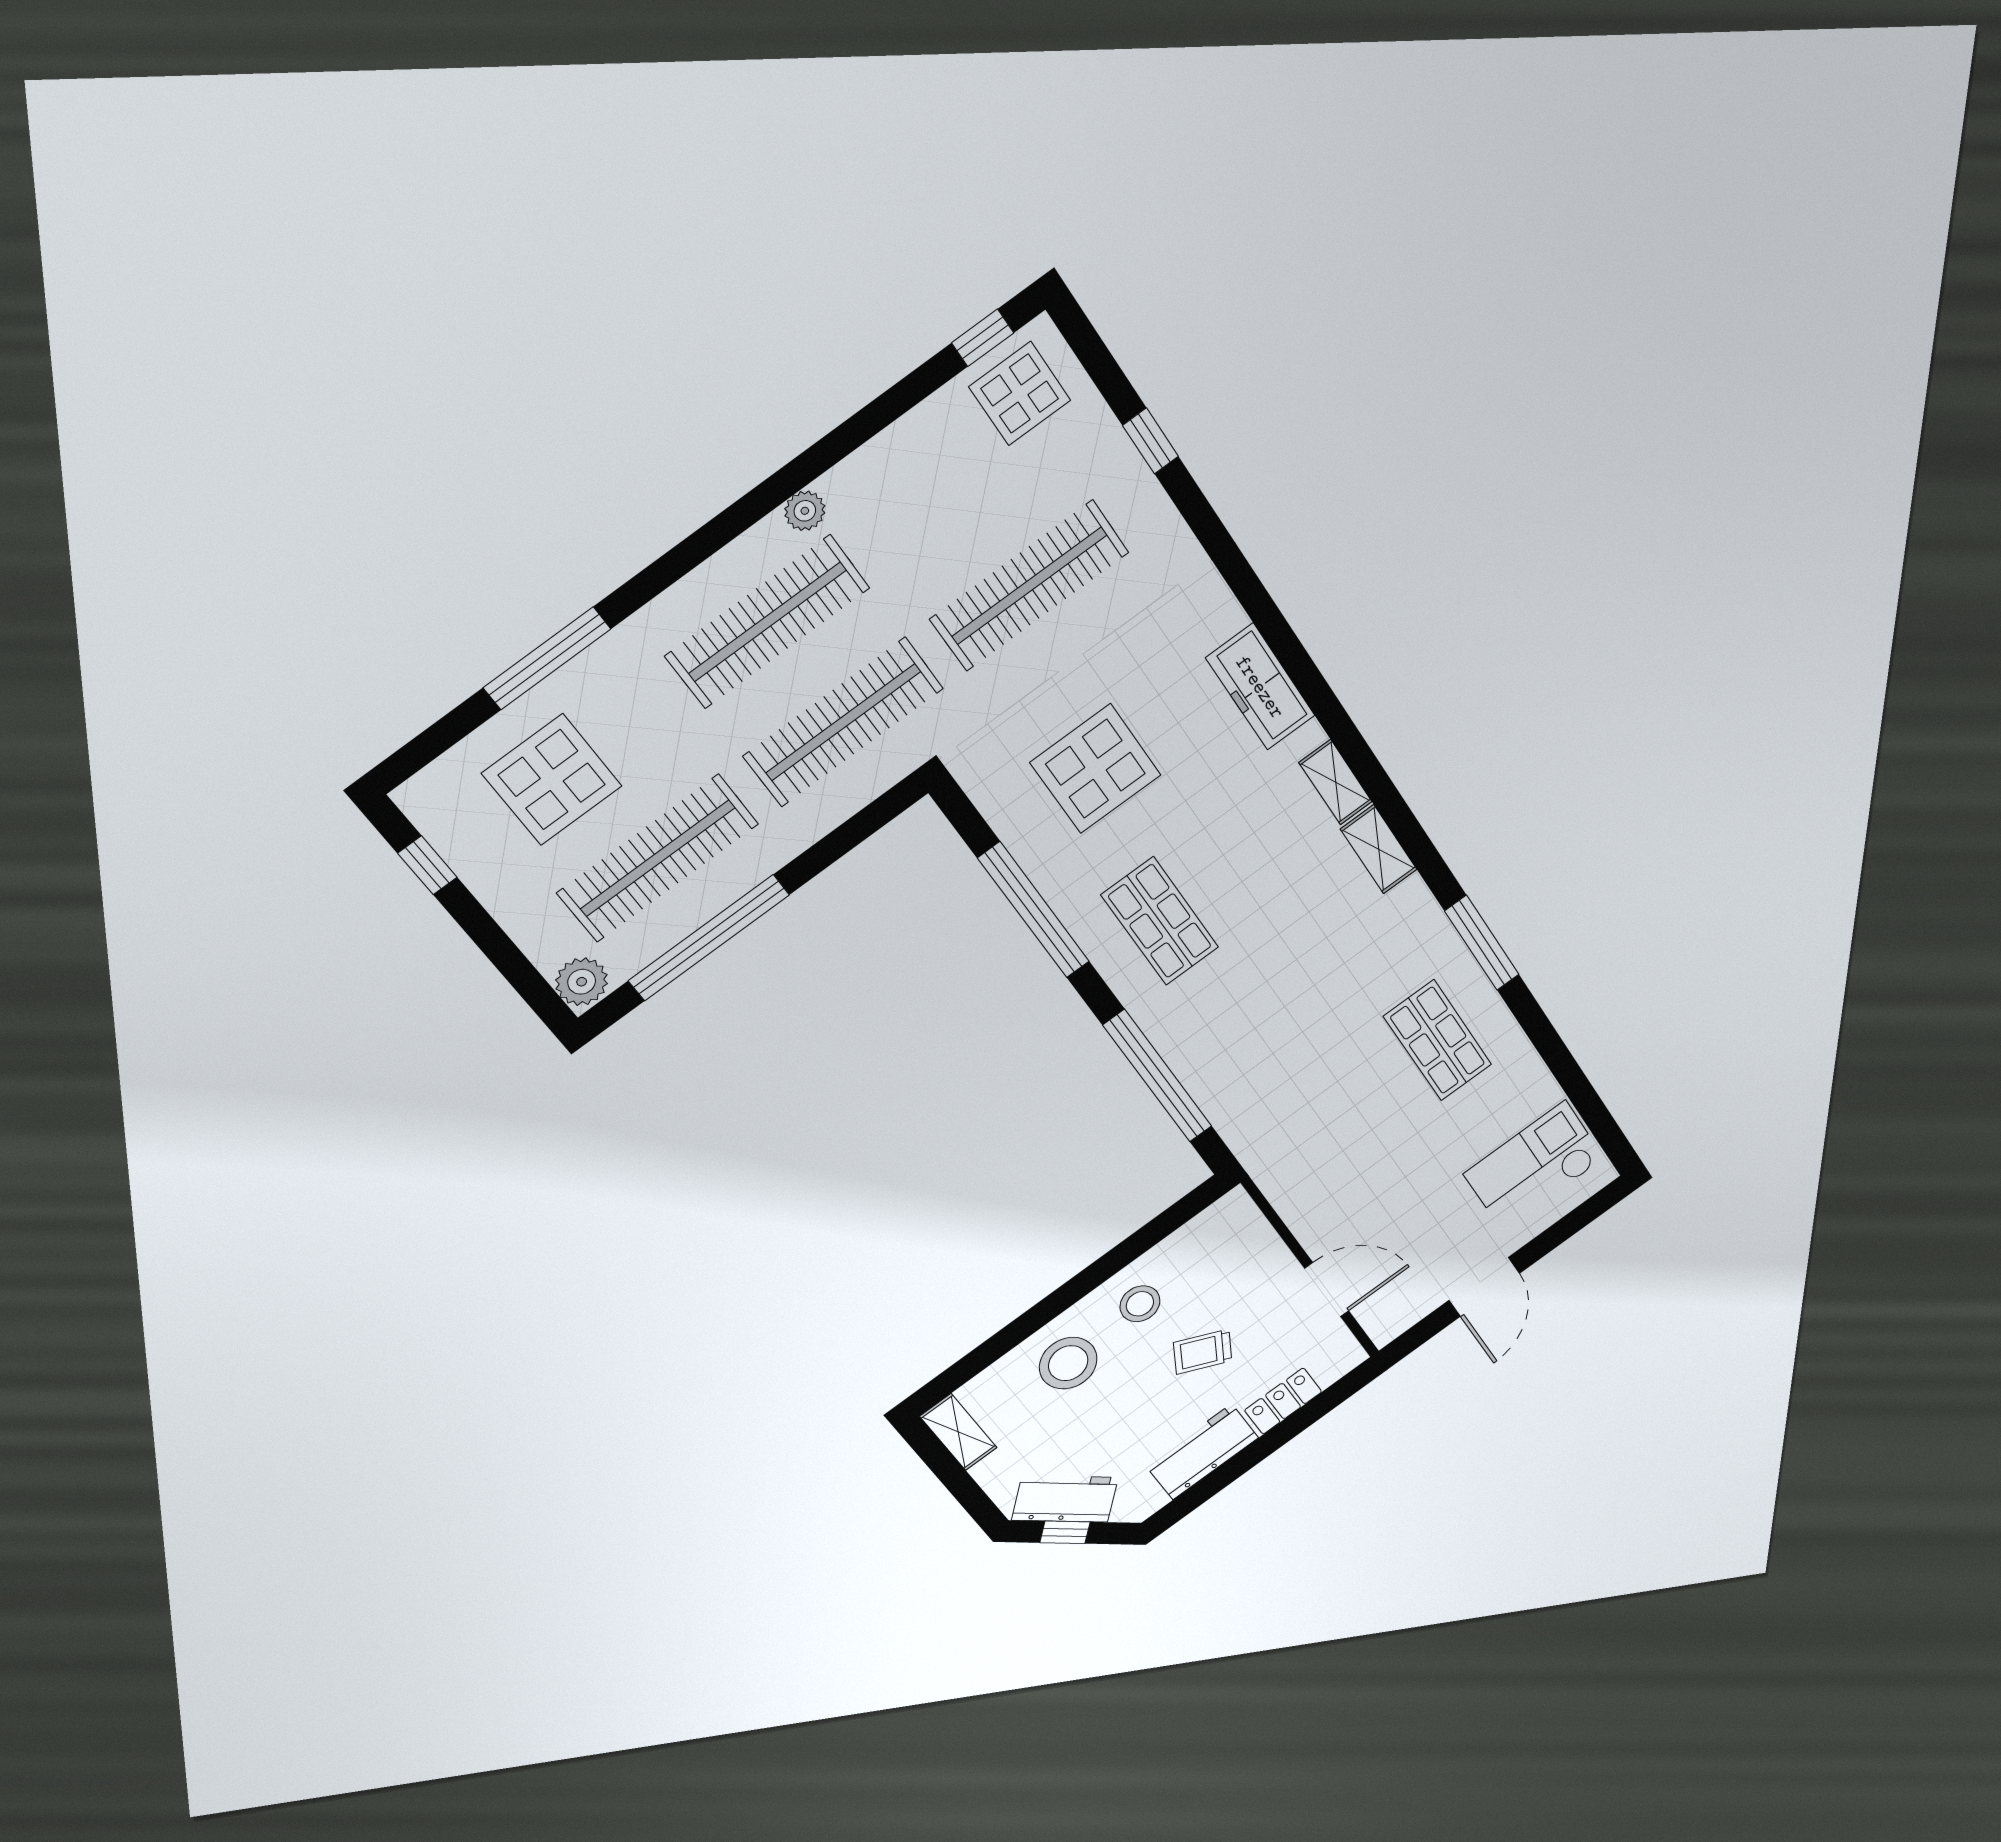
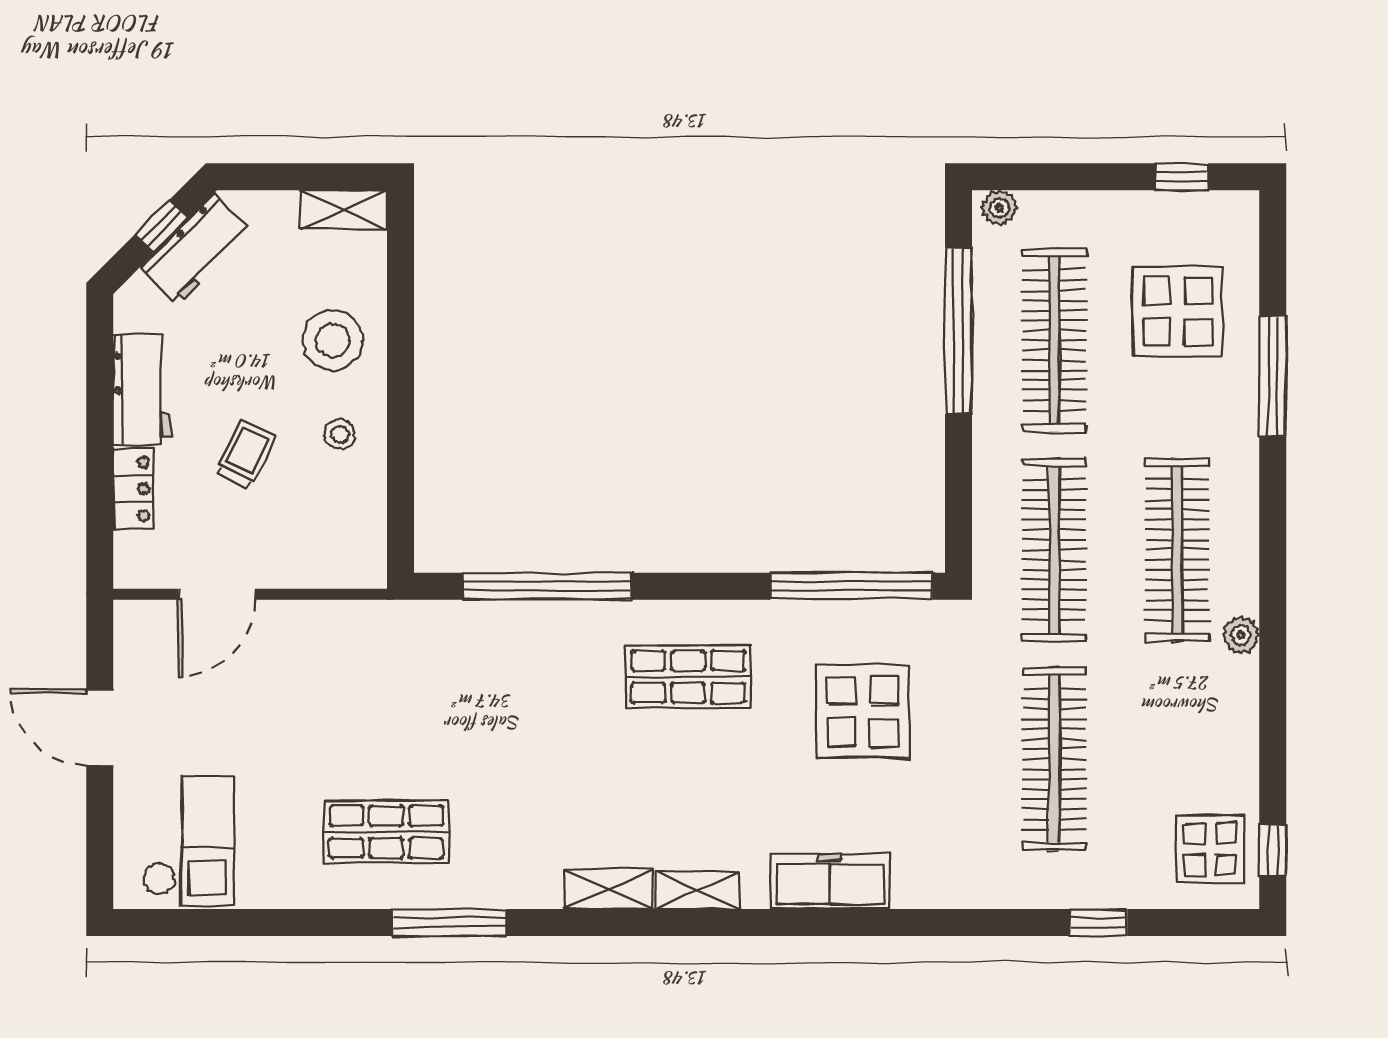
window: (1034, 910) -> (851, 586), moved
plant: (582, 982) -> (999, 208), width x0.73, depth x0.73
stool: (1140, 1304) -> (340, 434), width x0.73, depth x0.73

